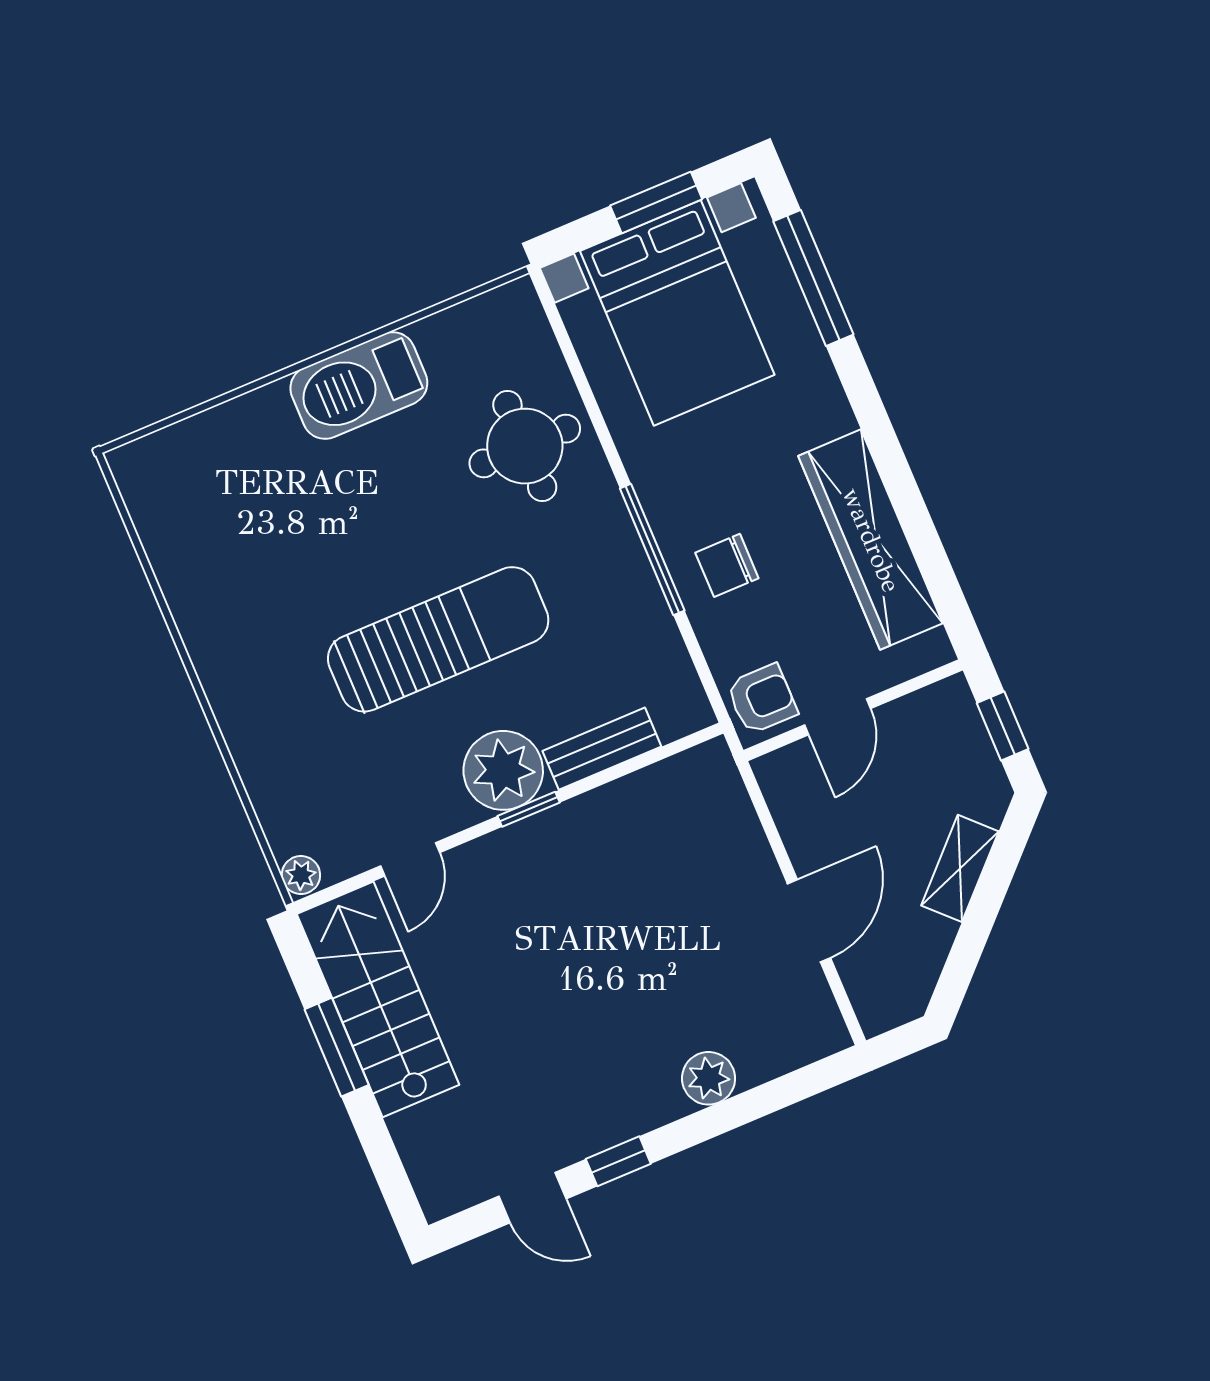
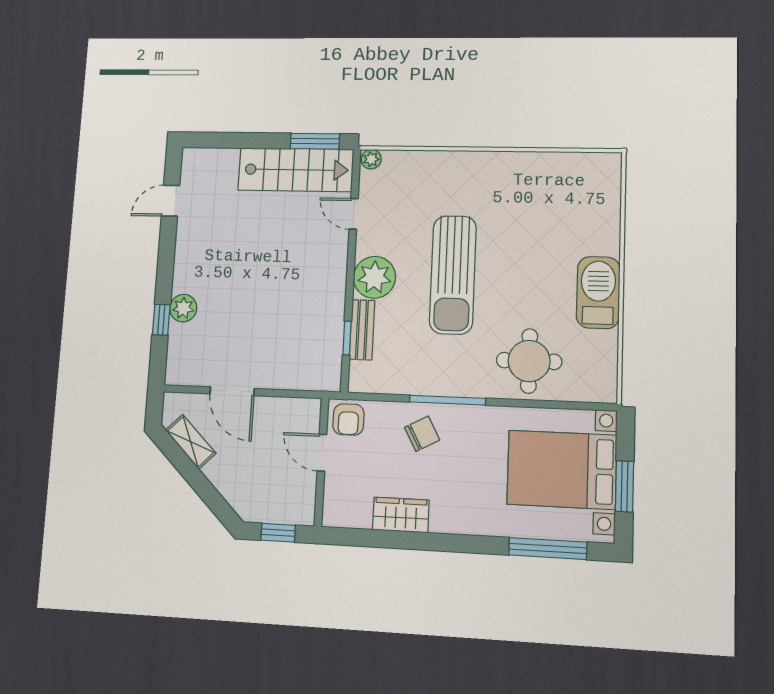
wardrobe: (871, 540) -> (401, 515), width x0.48, depth x0.85
chair: (727, 565) -> (422, 434), turned 62
window: (529, 809) -> (347, 338), moved
shelving: (960, 868) -> (191, 442), moved
window: (337, 1047) -> (315, 141), moved
window: (618, 1161) -> (161, 320), moved

